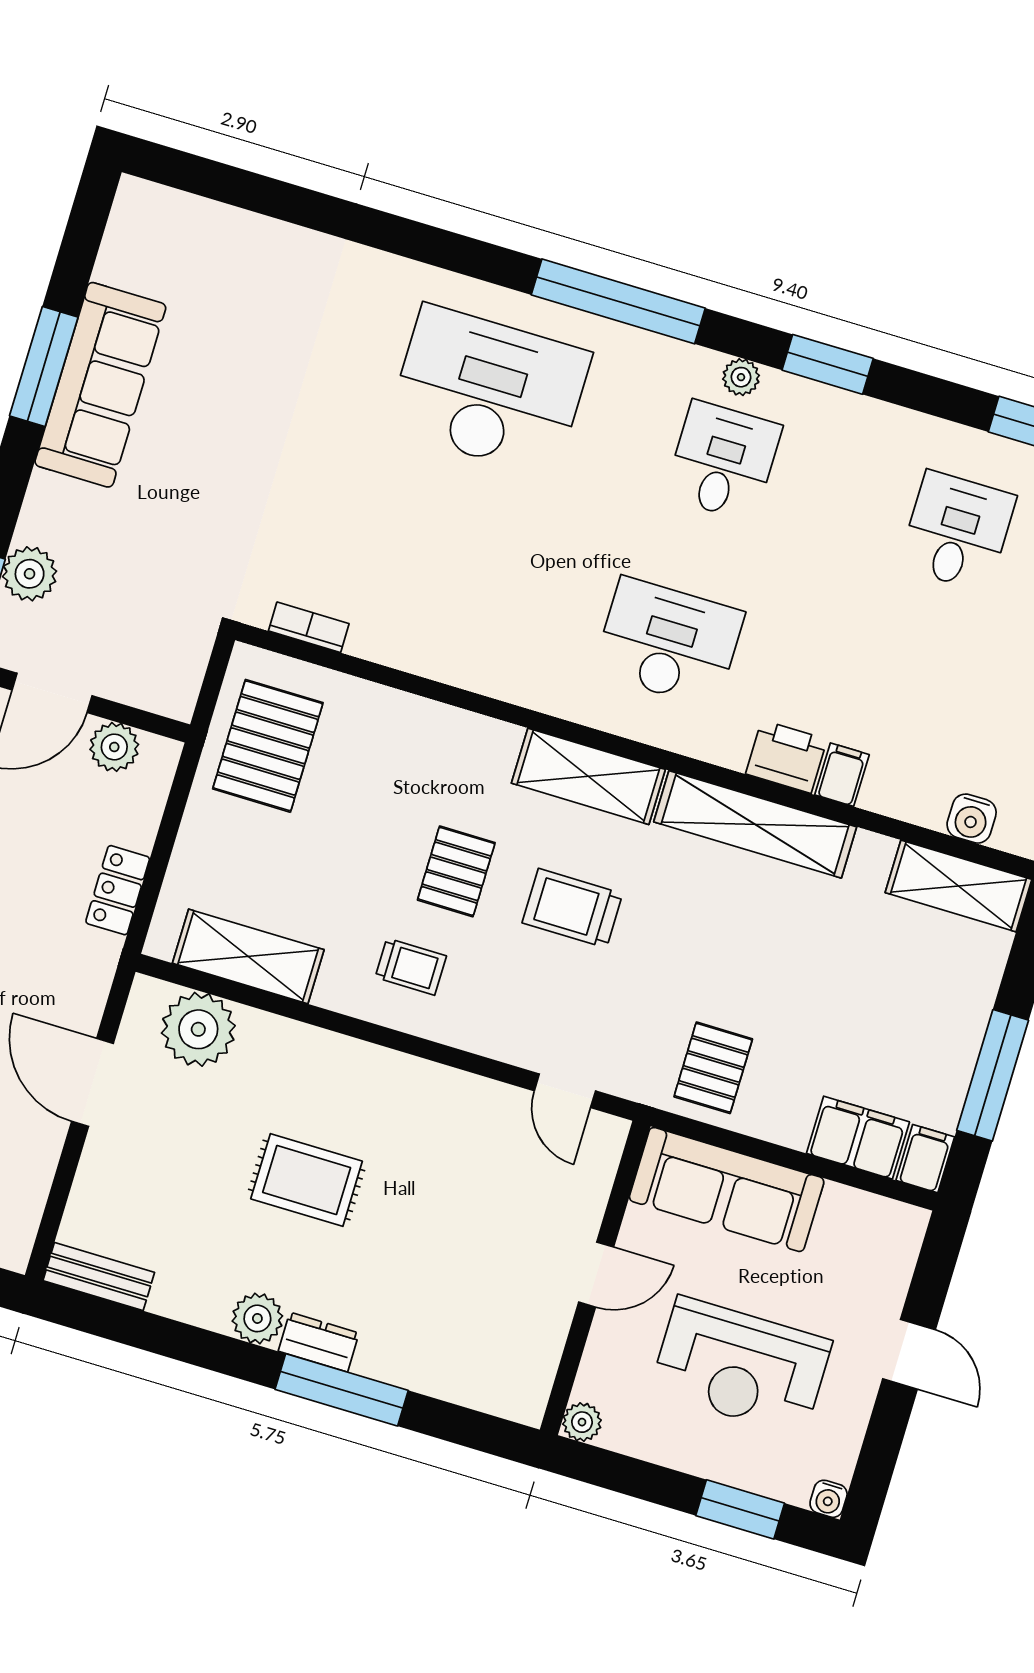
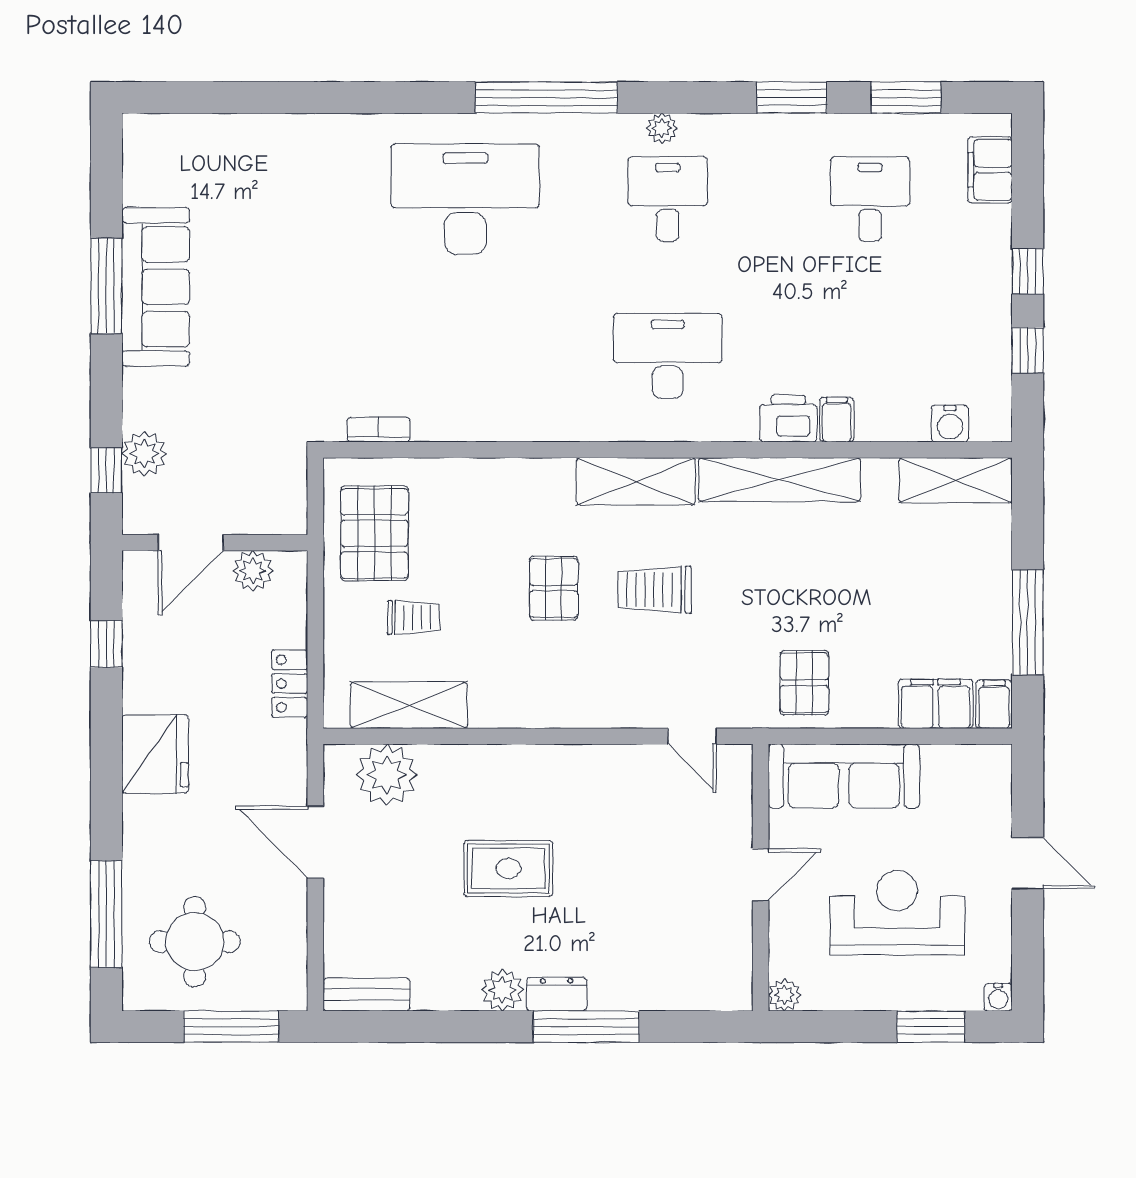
window: (828, 364) -> (792, 98), moved
trolley: (411, 967) -> (414, 617), moved
reception desk: (741, 1366) -> (897, 913), turned 180

